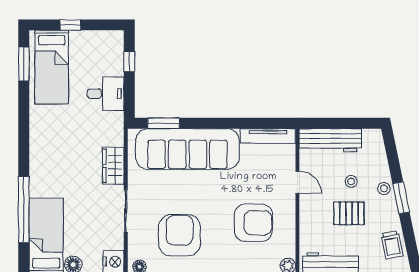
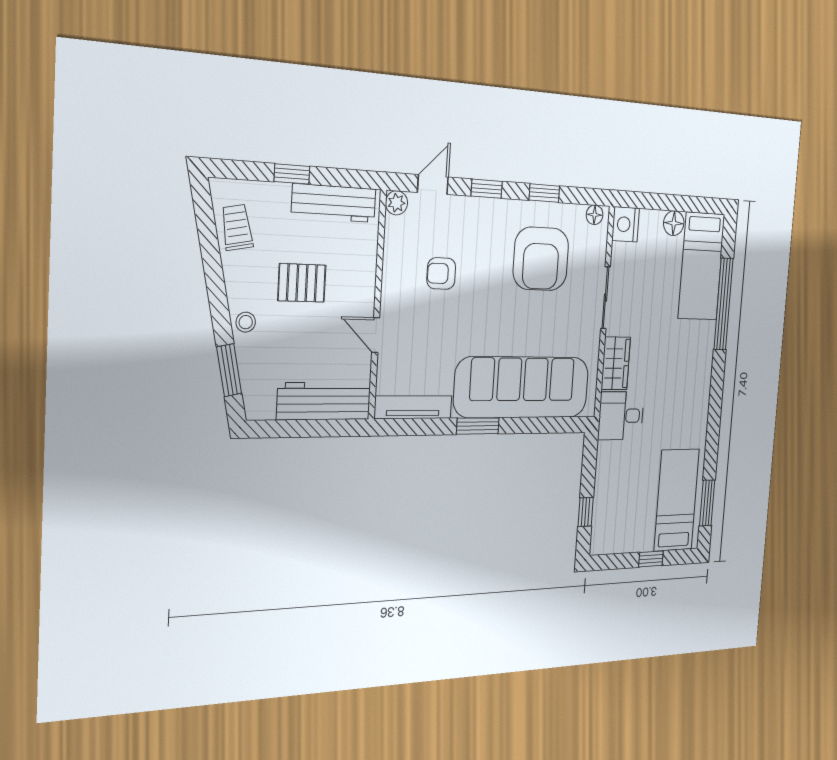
desk: (106, 94) -> (621, 416), moved
window: (164, 123) -> (478, 426), moved
stool: (351, 181) -> (296, 335), removed
window: (401, 198) -> (229, 370), moved
armchair: (253, 223) -> (441, 273), width x0.53, depth x0.53

